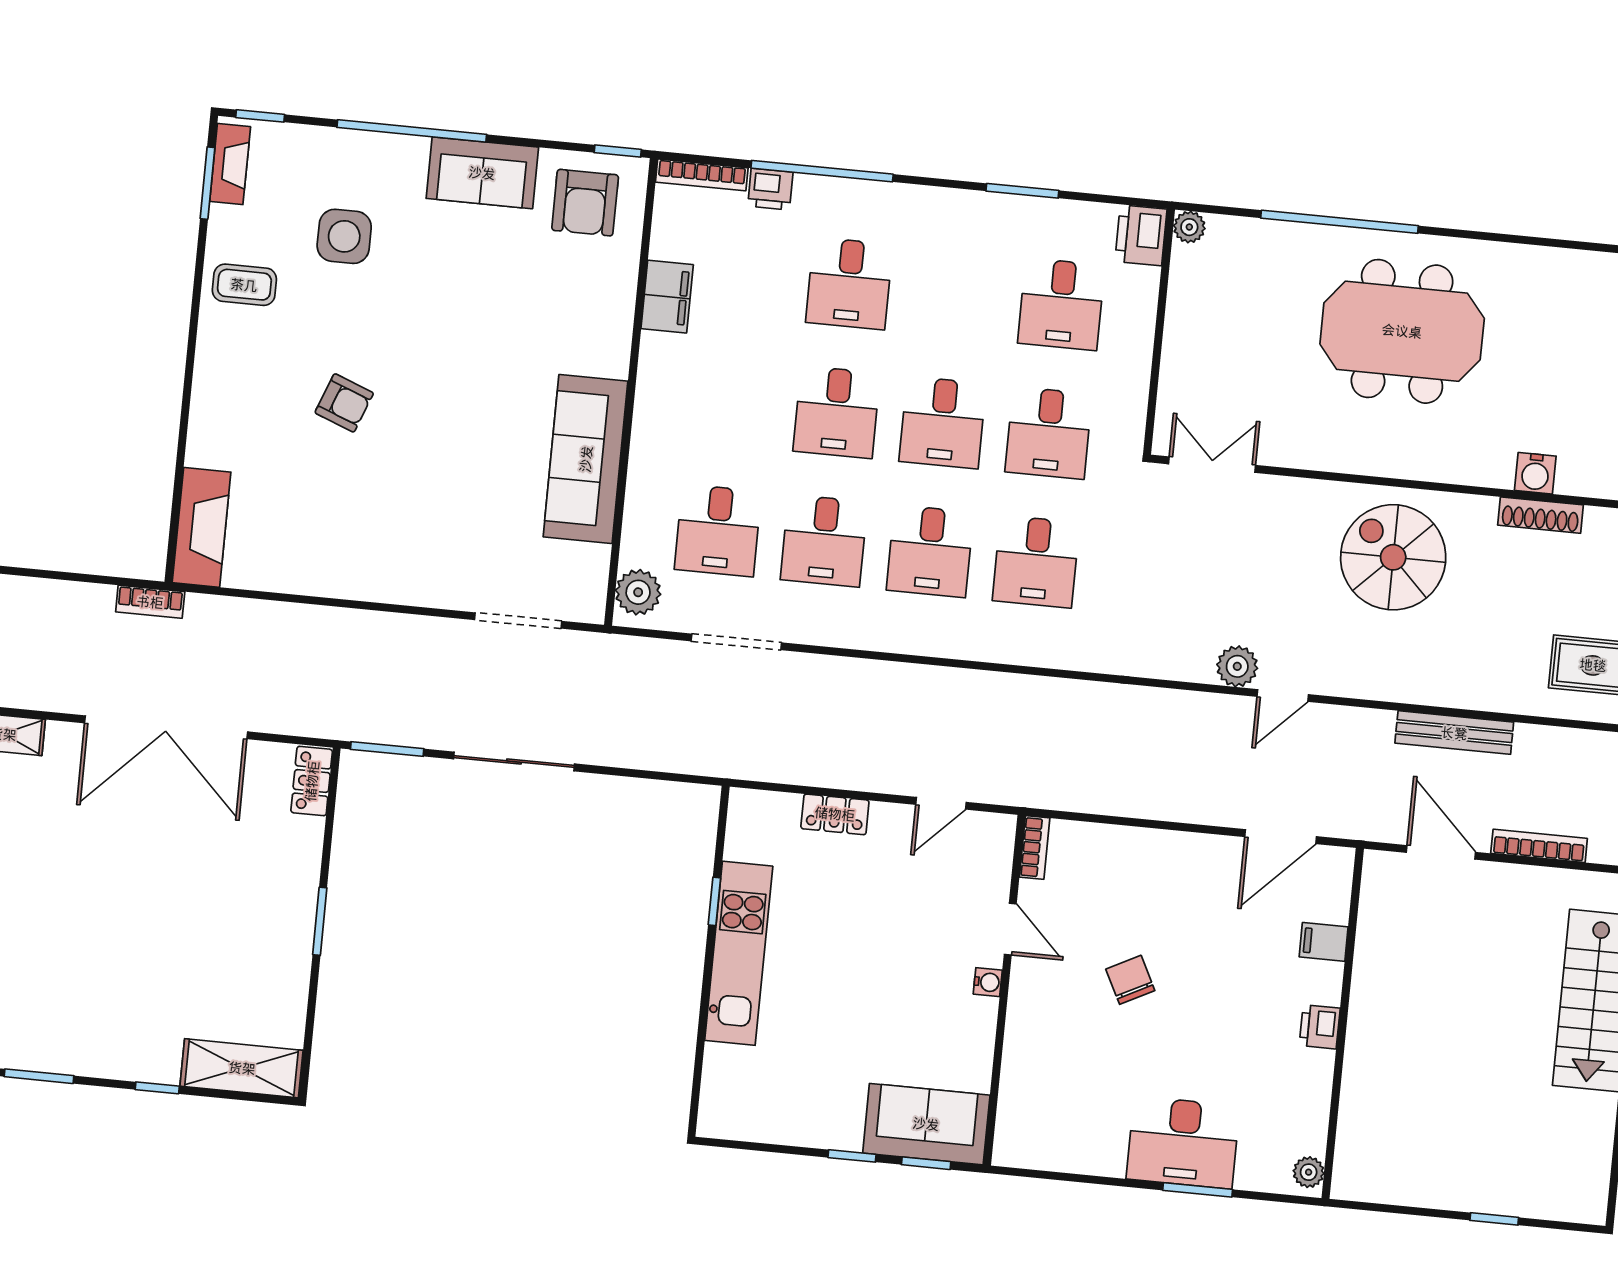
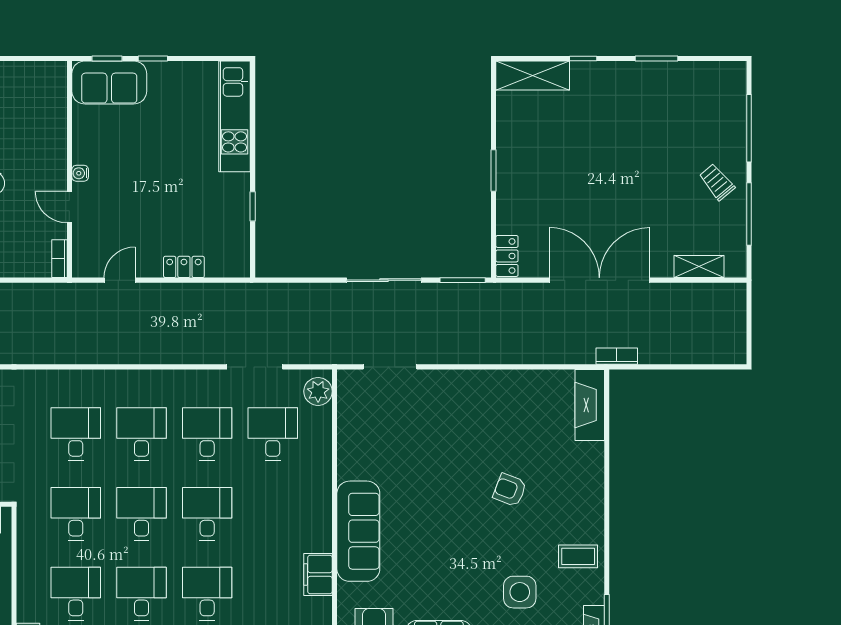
desk: (955, 294) -> (141, 594), added
sofa: (586, 459) -> (358, 531), moved
kitchen unit: (739, 953) -> (235, 116), moved

